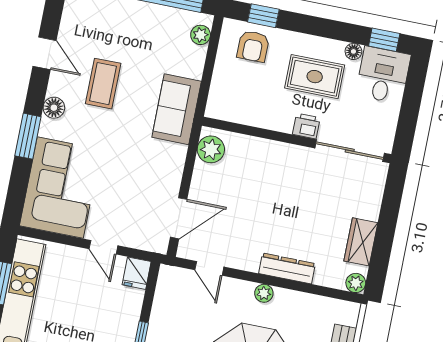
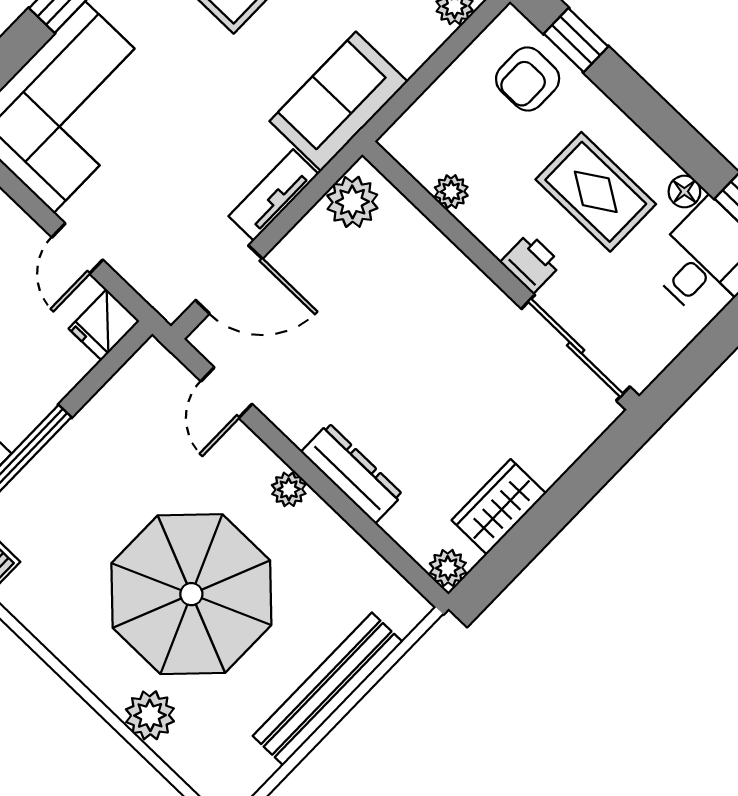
plant: (251, 117) -> (451, 192), added
tv unit: (174, 169) -> (274, 195), added

